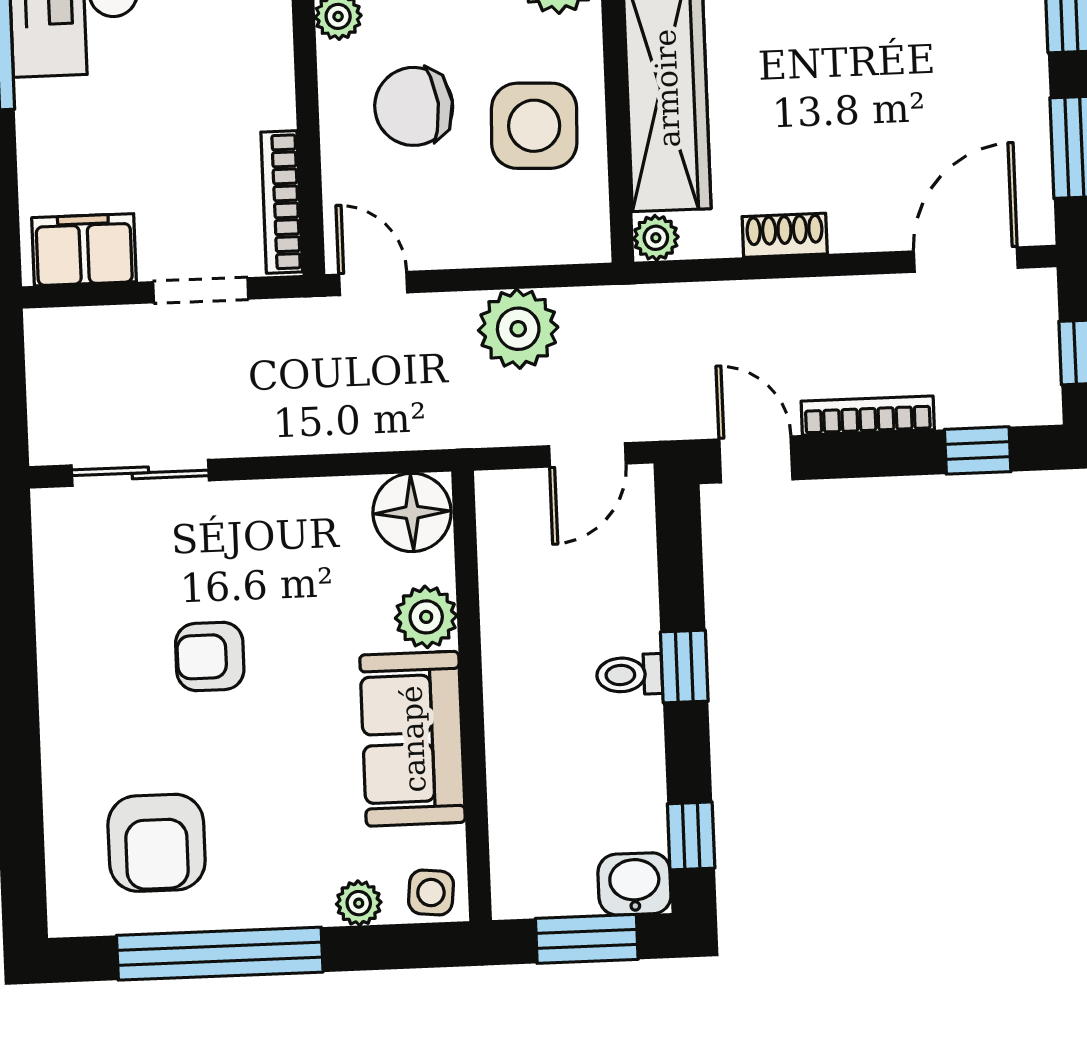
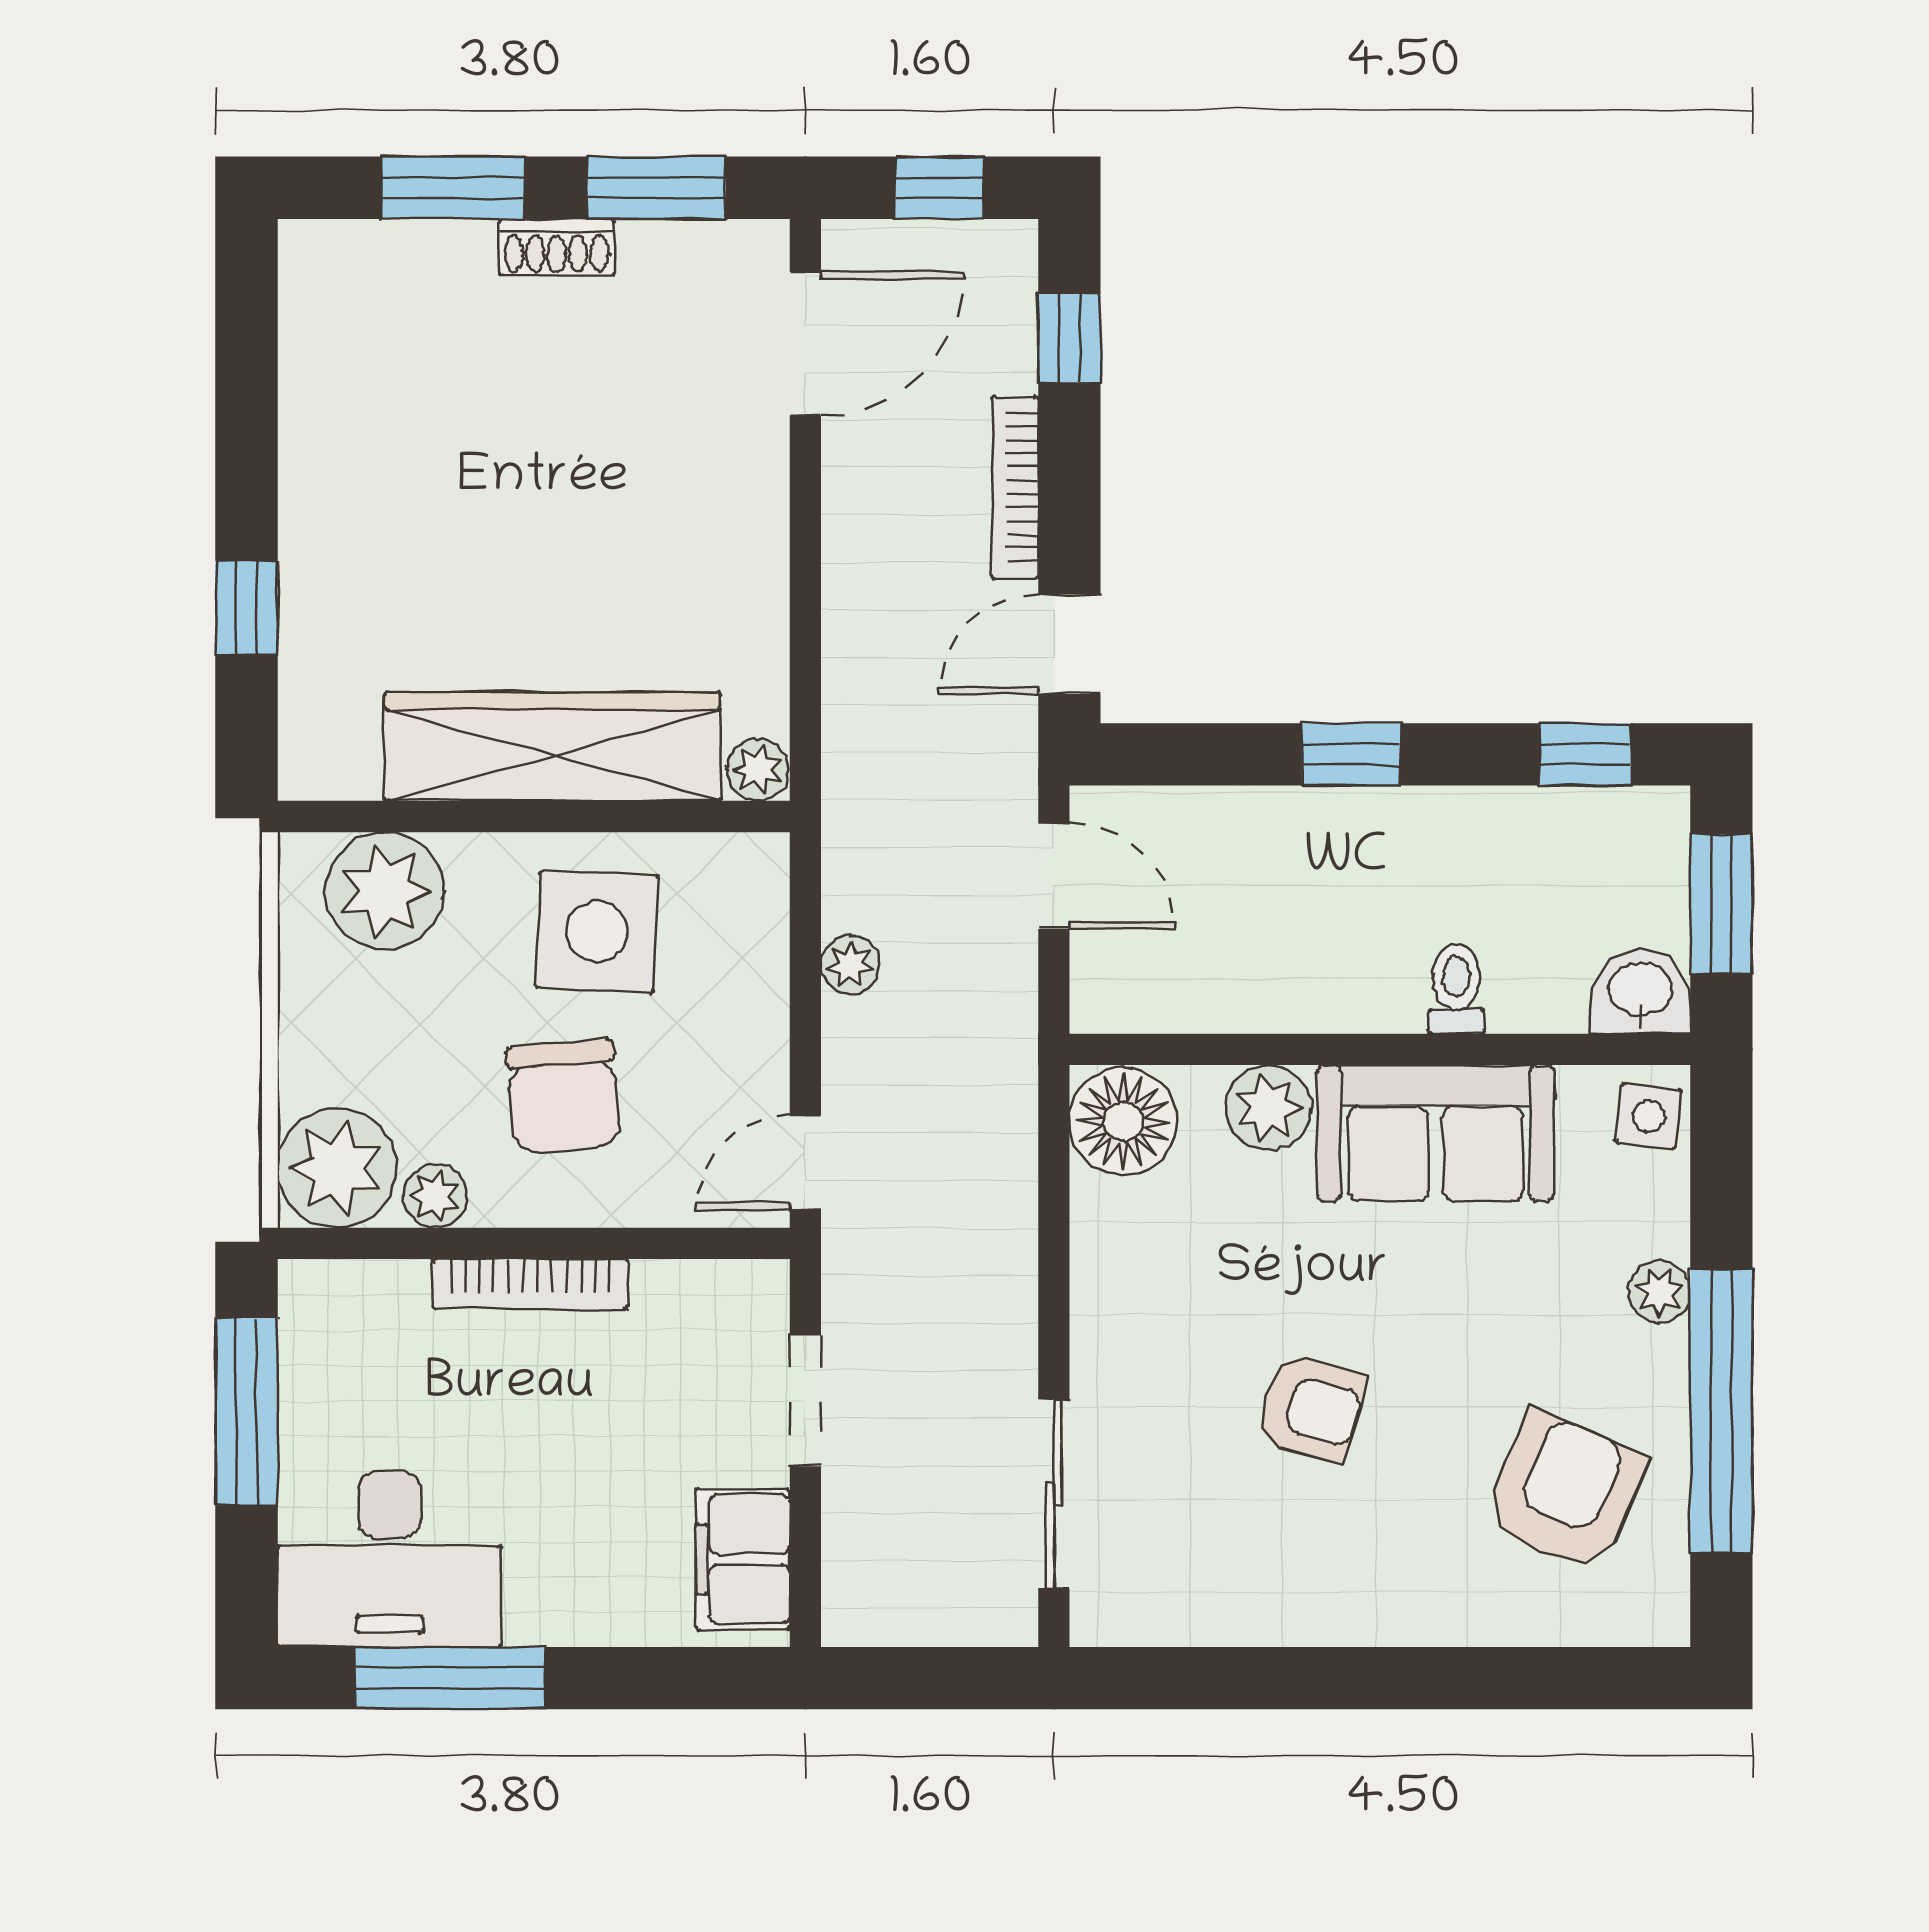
bookcase: (282, 202) -> (530, 1284), moved
shoe rack: (785, 235) -> (557, 247), moved, turned -90
door: (966, 260) -> (805, 344), swing flipped
plant: (518, 329) -> (850, 965), width x0.53, depth x0.53
armchair: (210, 657) -> (1311, 1408), turned -74
toilet: (630, 675) -> (1456, 989), moved, turned 180
armchair: (157, 843) -> (1565, 1492), turned -67
washbasin: (634, 884) -> (1641, 992), moved, turned 90
plant: (359, 903) -> (1659, 1292), moved

